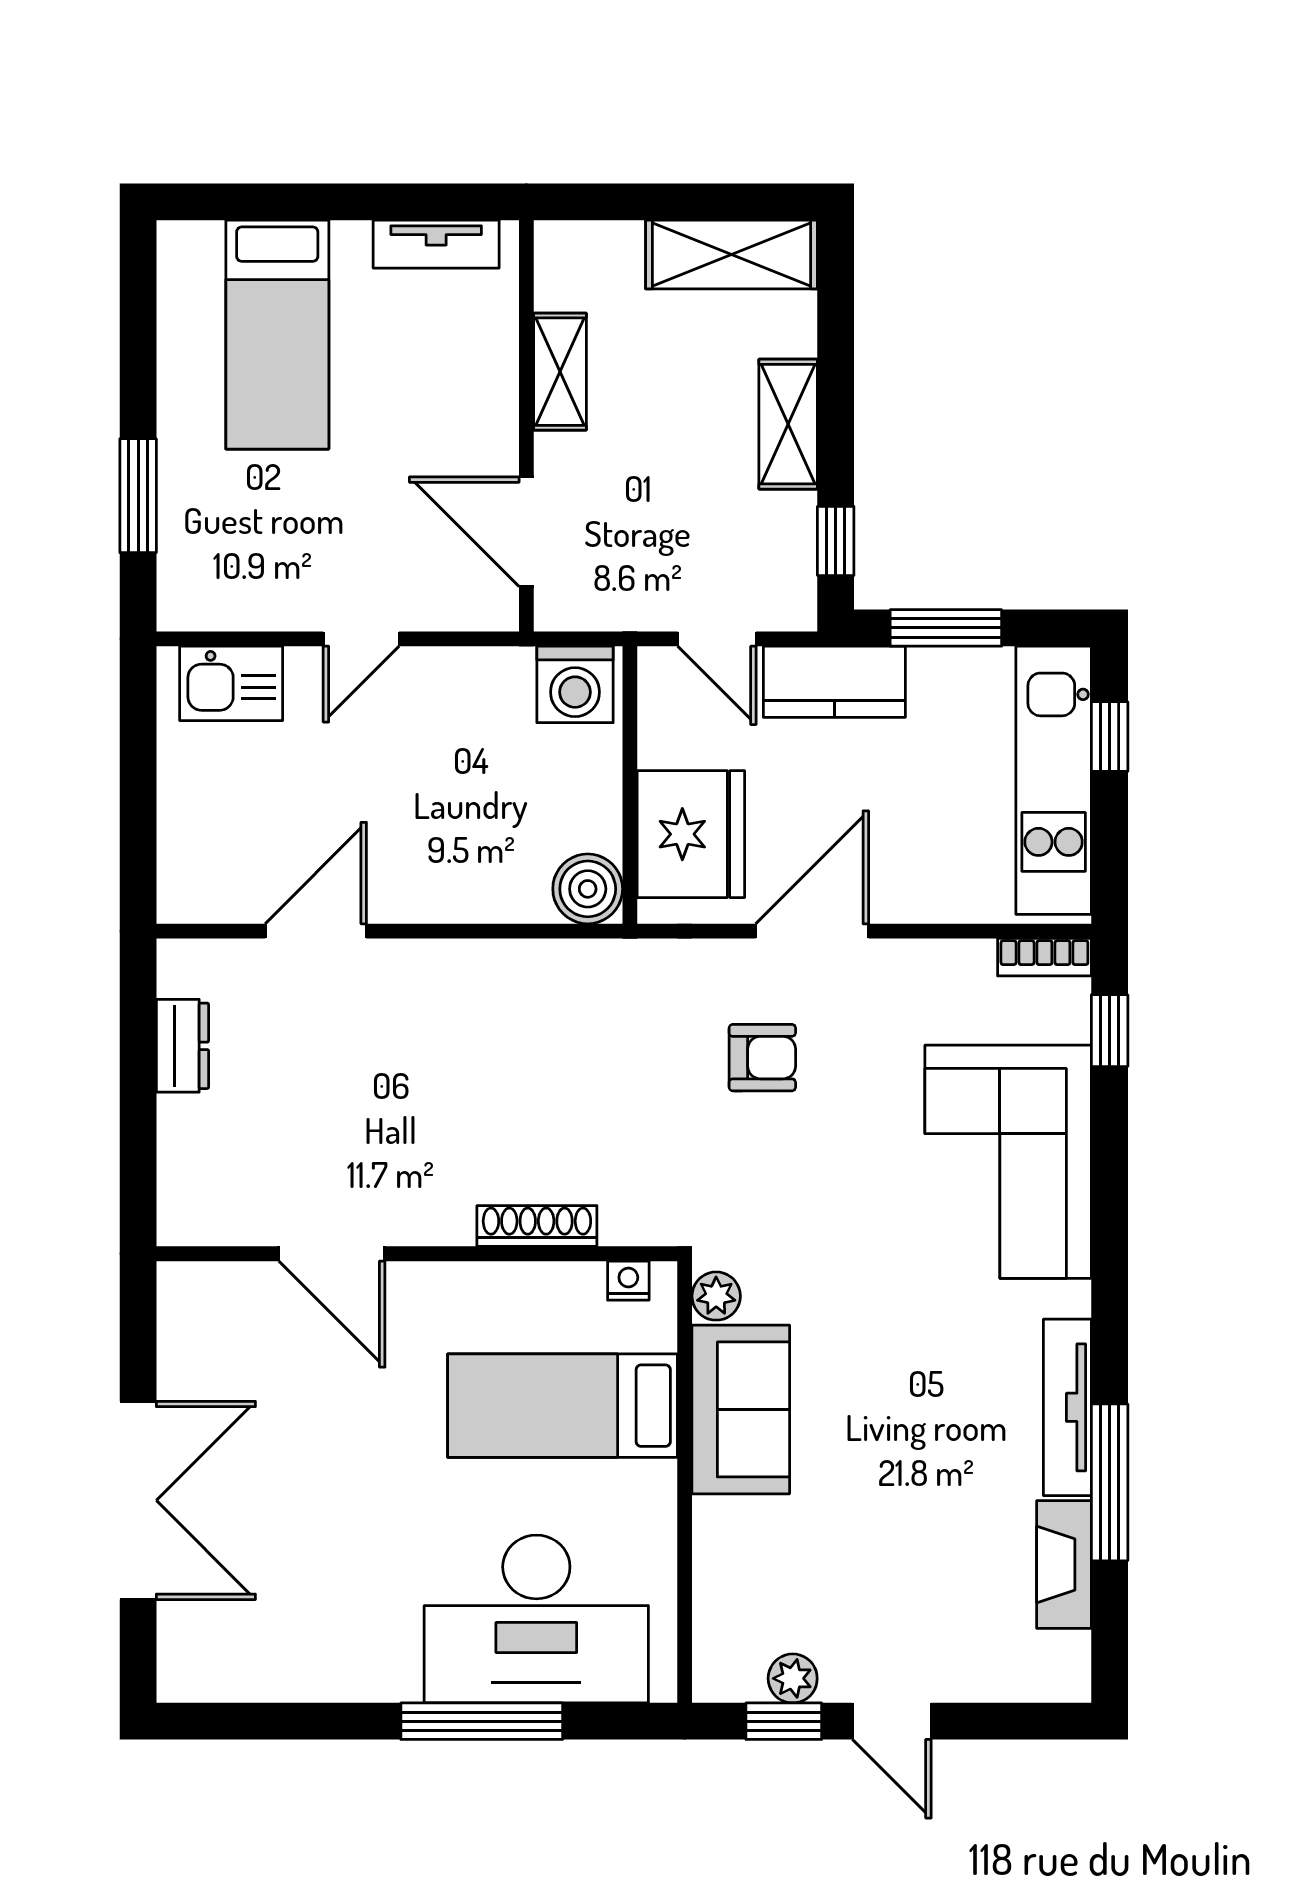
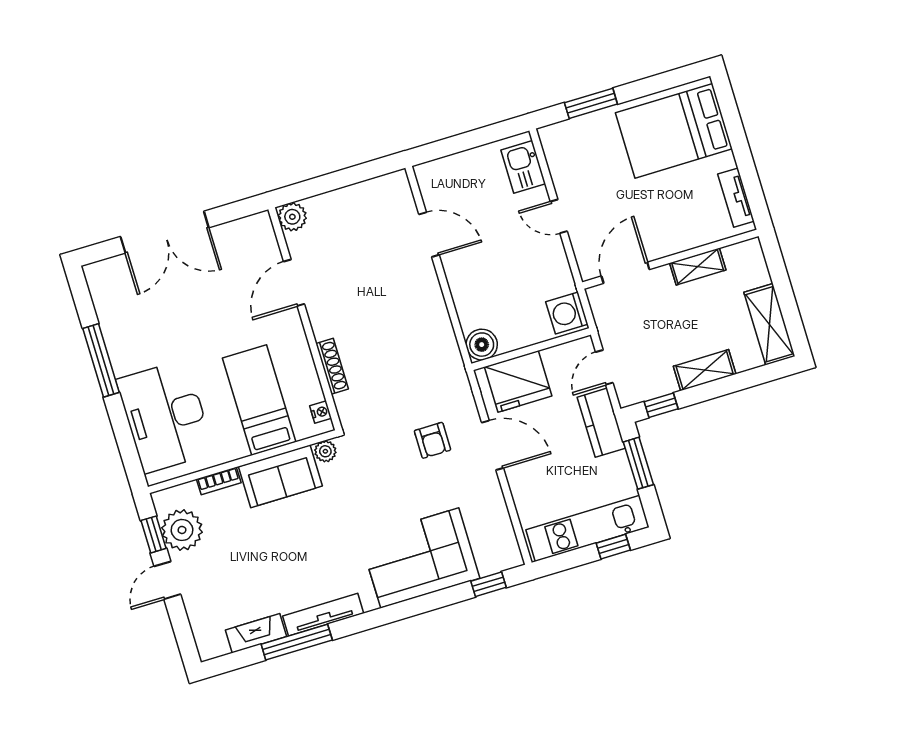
bed: (277, 335) -> (674, 131), width x1.50
bookcase: (1044, 957) -> (219, 481), moved, turned -90
dresser: (182, 1046) -> (363, 193), removed
plant: (188, 1214) -> (292, 217), added
plant: (793, 1678) -> (182, 530), width x1.88, depth x1.88
window: (482, 1721) -> (101, 360), moved

